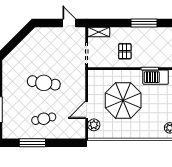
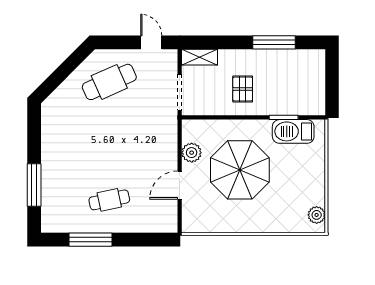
cafe table: (44, 83) -> (109, 82), moved, turned -33
plant: (94, 125) -> (192, 153), moved

